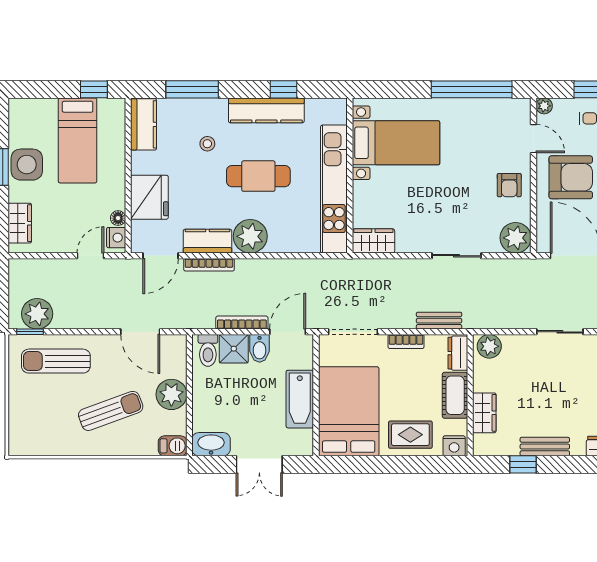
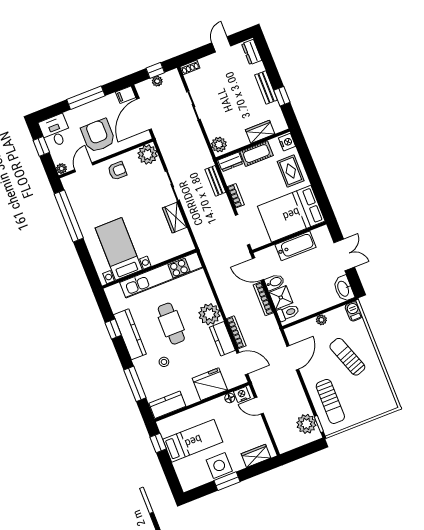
wardrobe: (373, 241) -> (175, 218), moved
plant: (171, 394) -> (321, 320), width x0.53, depth x0.53

